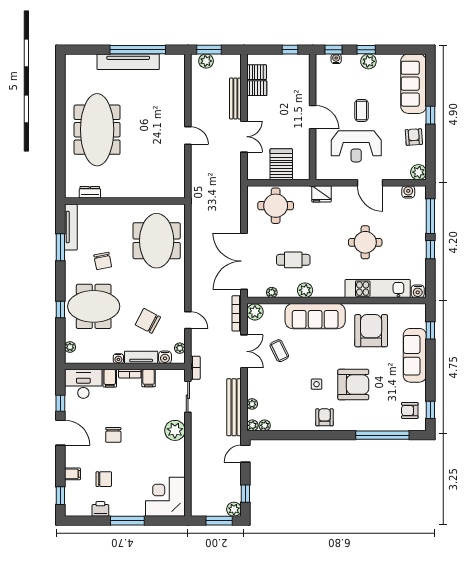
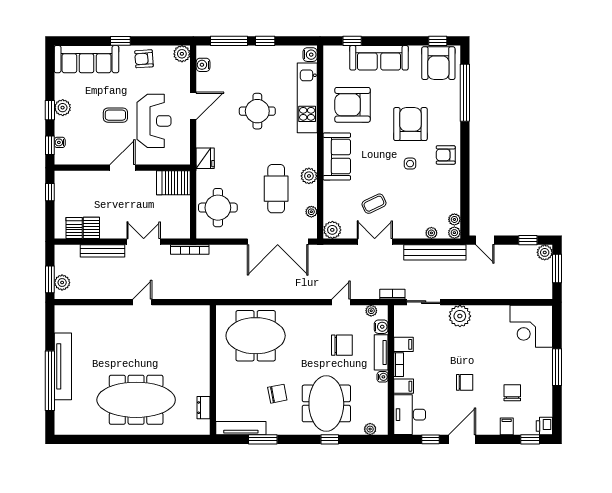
window: (138, 50) -> (50, 381), moved
server rack: (281, 164) -> (173, 183), moved
cafe table: (293, 260) -> (276, 189), width x1.37, depth x1.35
bookcase: (237, 313) -> (190, 250), moved
sofa: (315, 316) -> (337, 156), width x0.73
chair: (148, 321) -> (342, 345), turned -118
armchair: (410, 410) -> (438, 63), width x1.88, depth x1.88
printer: (100, 509) -> (544, 426), moved

